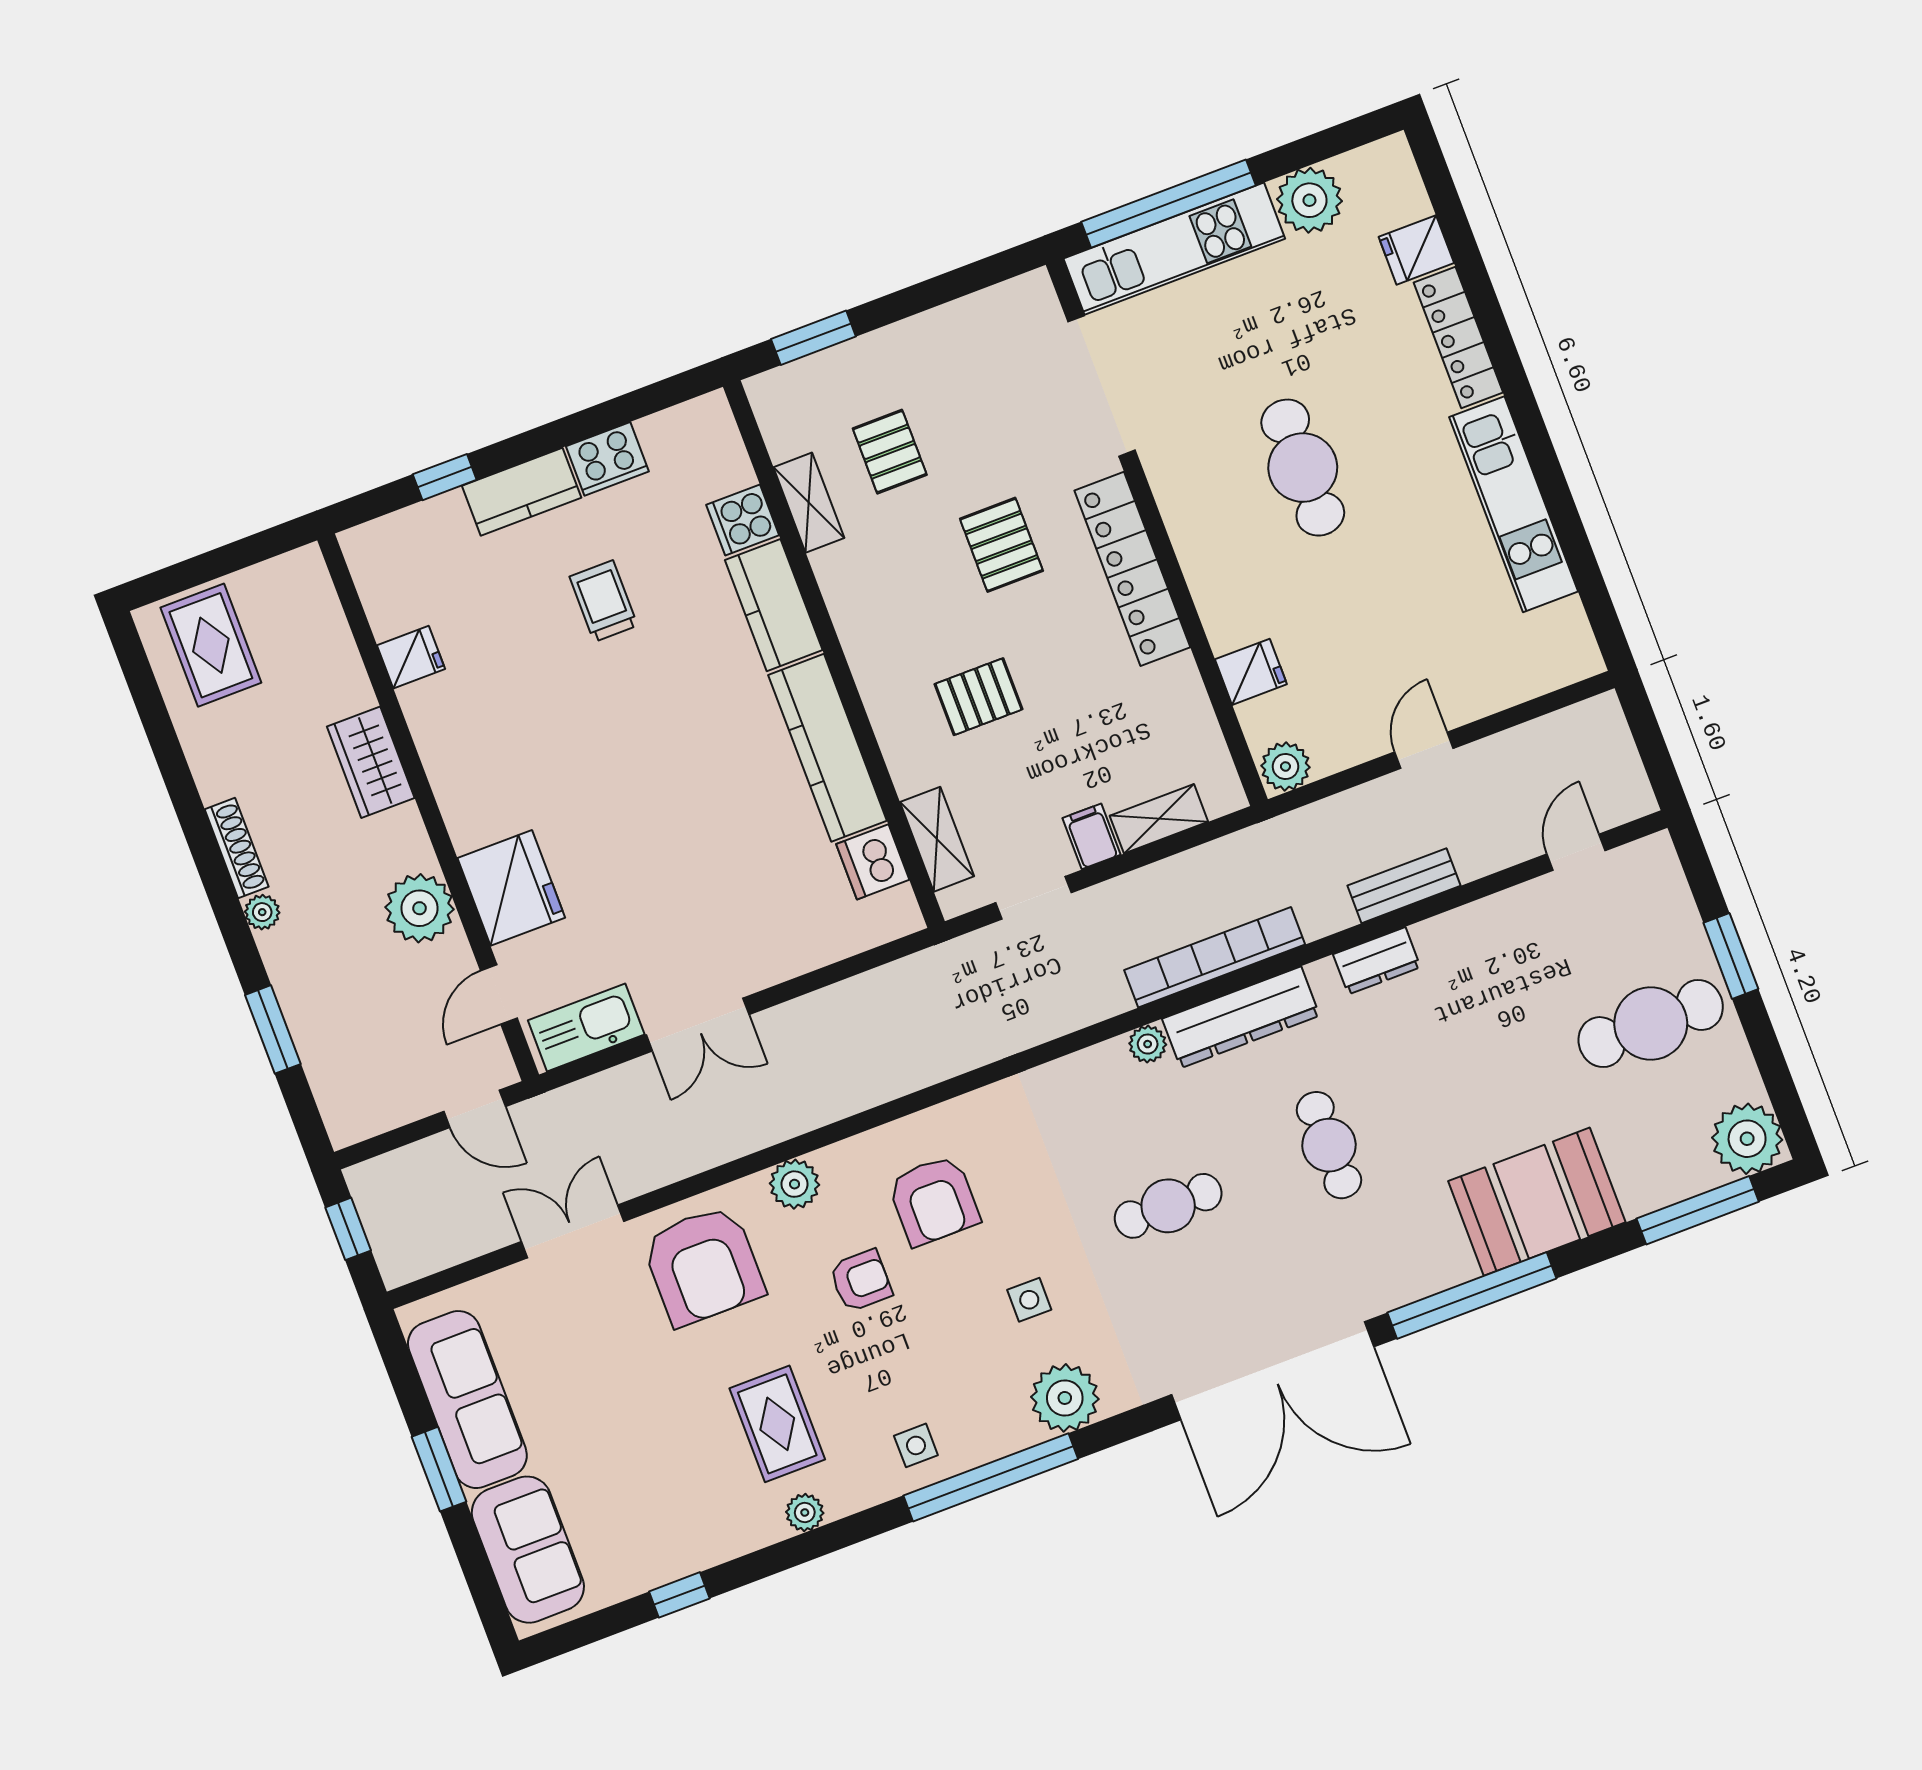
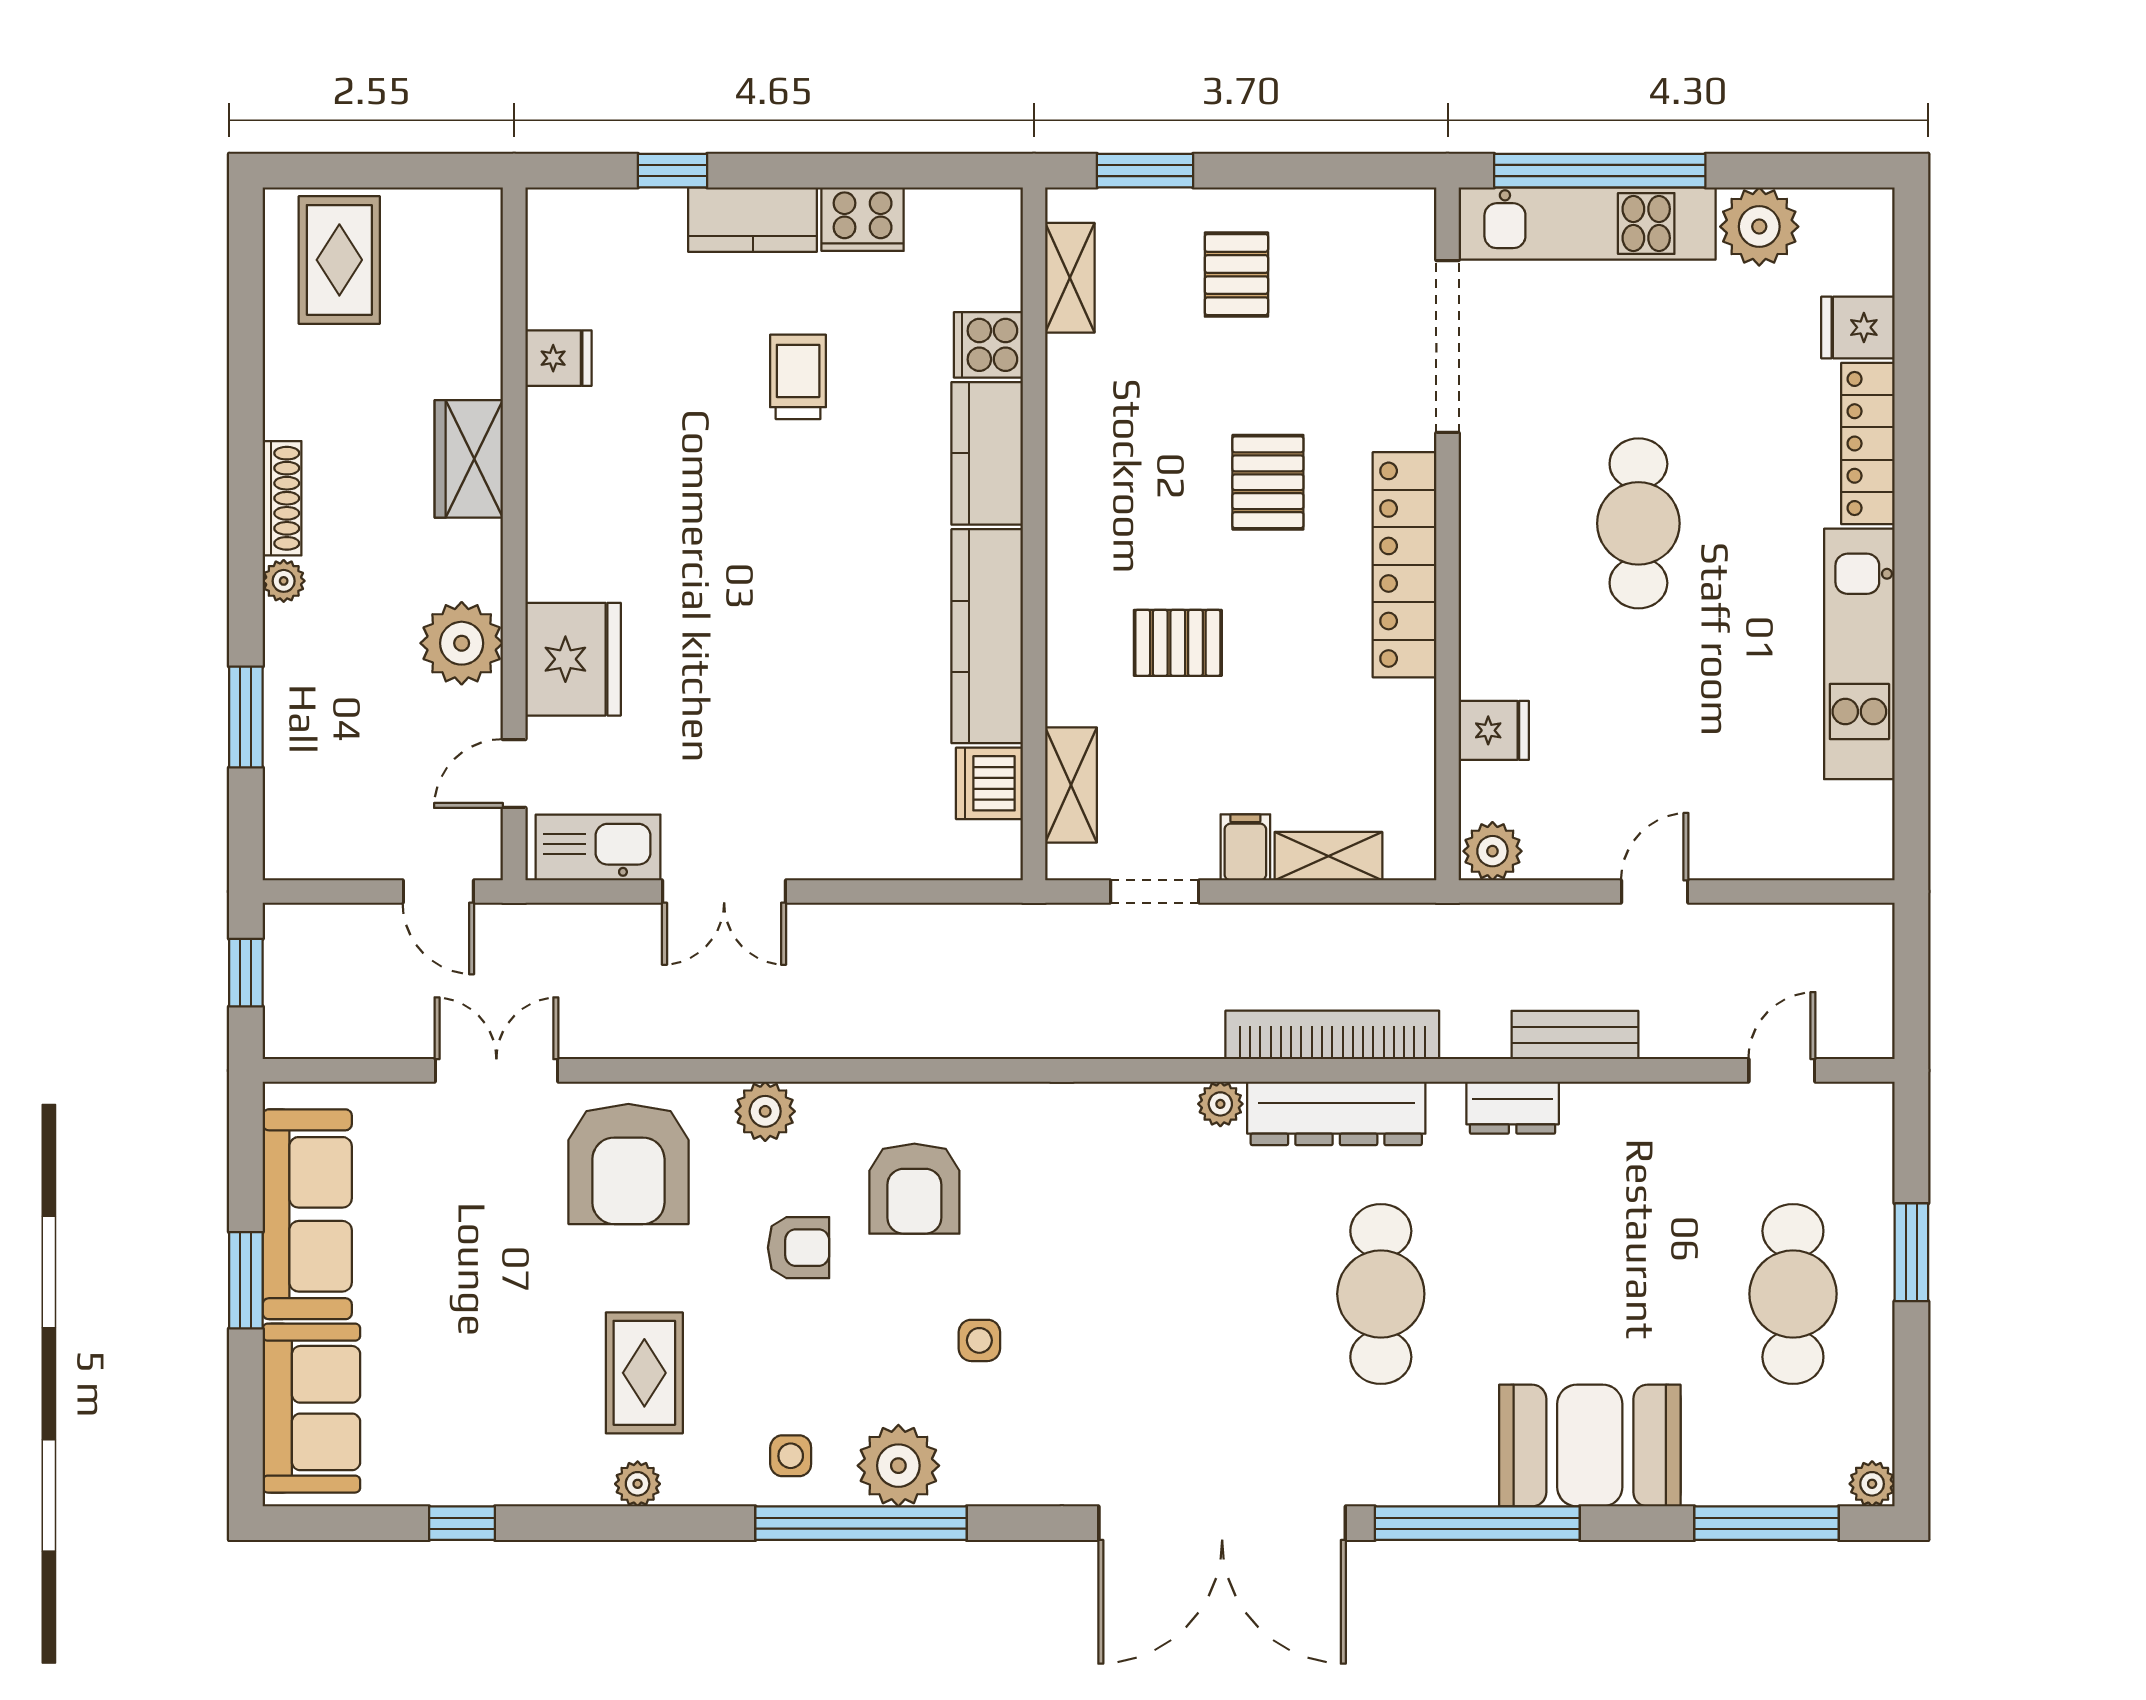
pallet: (890, 452) -> (1236, 275), moved
shelving: (809, 503) -> (1070, 278), moved
cafe table: (1651, 1024) -> (1793, 1294), turned 90
plant: (1747, 1139) -> (1872, 1484), width x0.53, depth x0.53
cafe table: (1329, 1145) -> (1381, 1294), width x1.37, depth x1.35
cafe table: (1168, 1206) -> (1175, 1294), removed
plant: (1065, 1398) -> (898, 1466), moved

